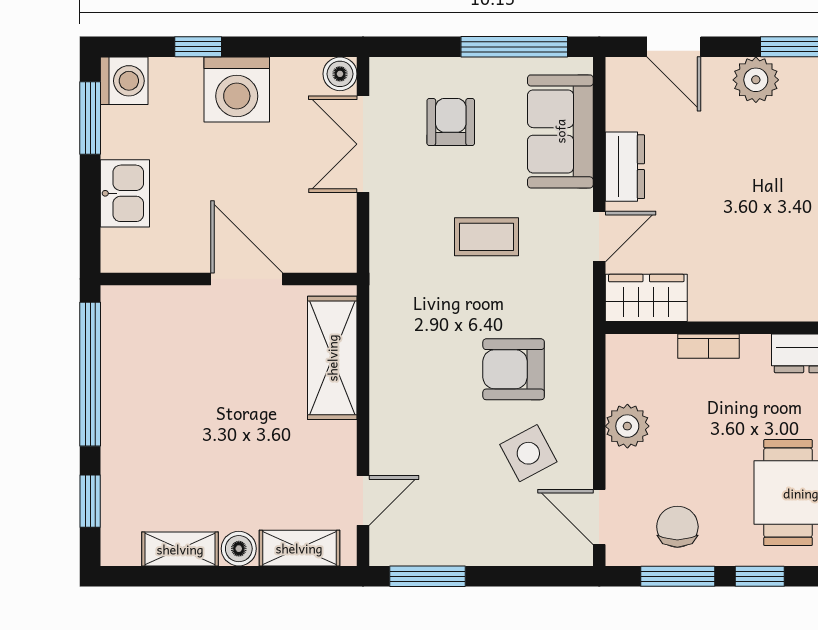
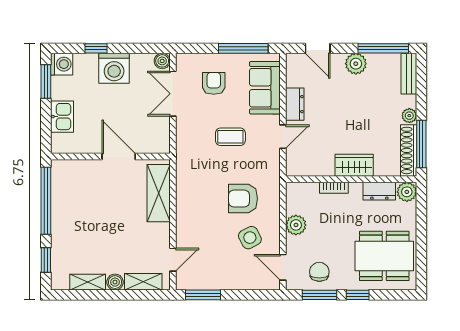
wardrobe: (646, 298) -> (354, 165), moved

